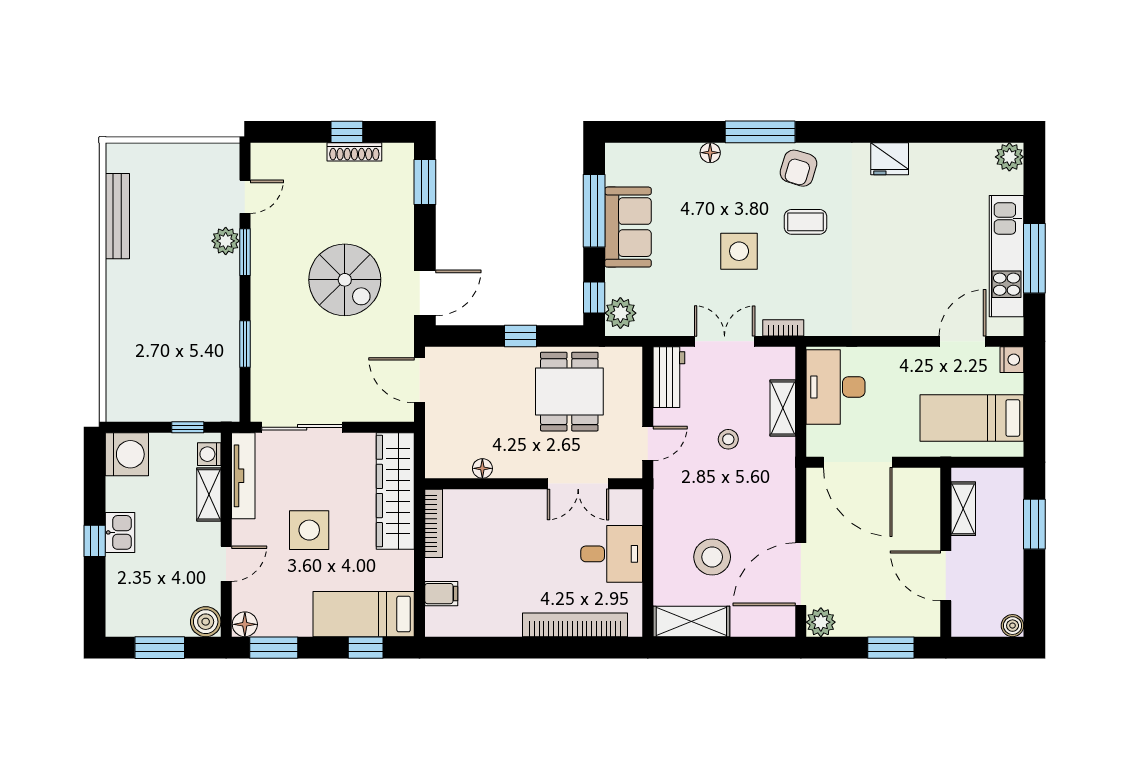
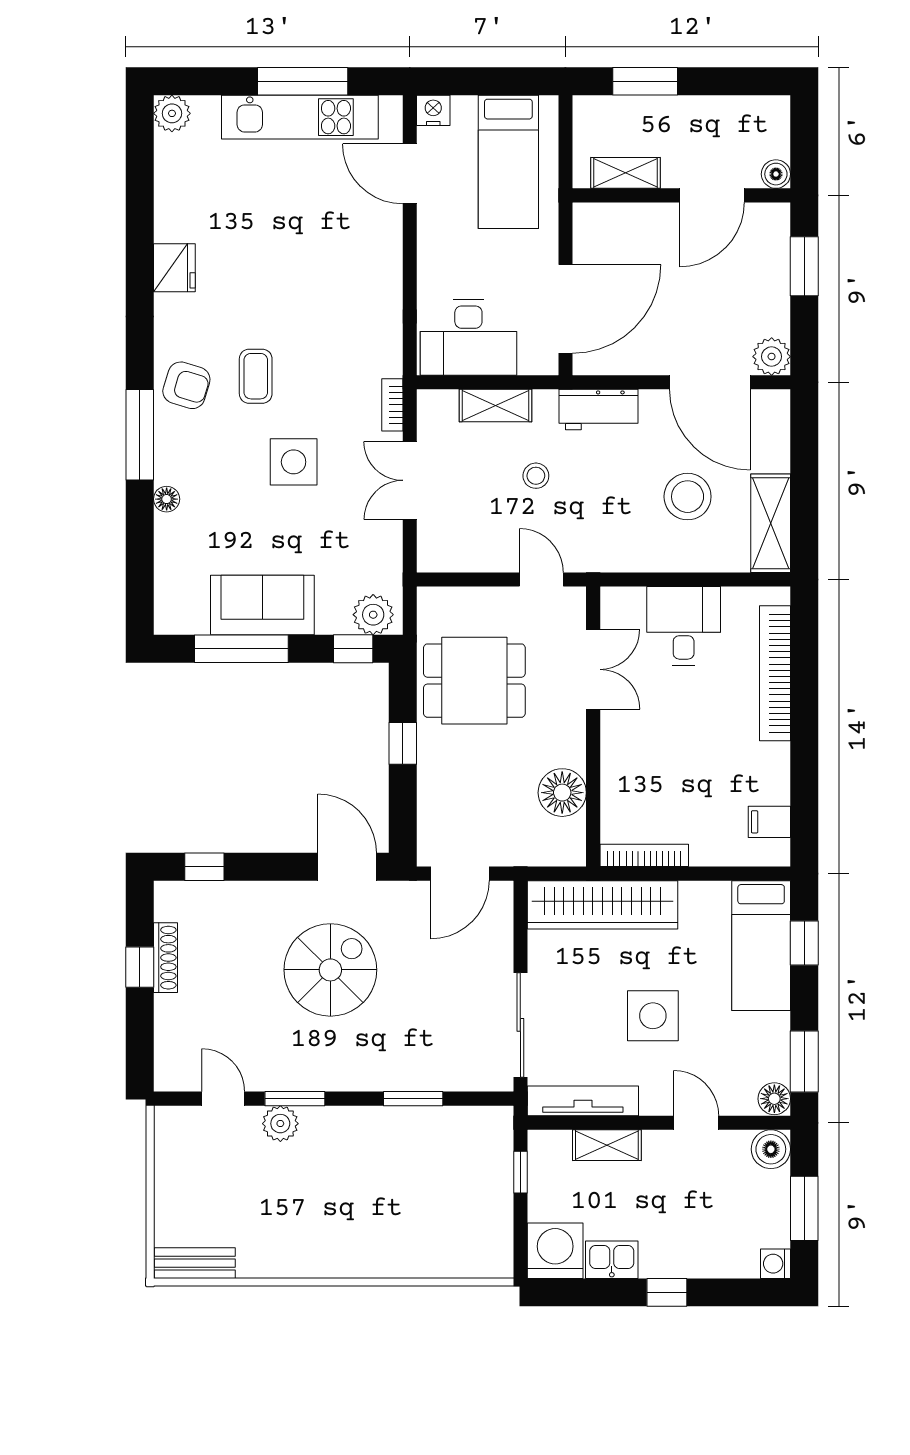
window: (425, 182) -> (204, 867), width x0.67
bench: (117, 216) -> (195, 1263), moved, width x0.73
workbench: (669, 377) -> (599, 409), moved, turned 180
washing machine: (209, 454) -> (775, 1264), moved, turned 90
floor lamp: (482, 468) -> (562, 793), width x1.89, depth x1.89
kitchen sink: (120, 532) -> (612, 1260), moved
filing cabinet: (441, 594) -> (769, 822), moved, turned -90
boiler: (1013, 626) -> (776, 174), moved

